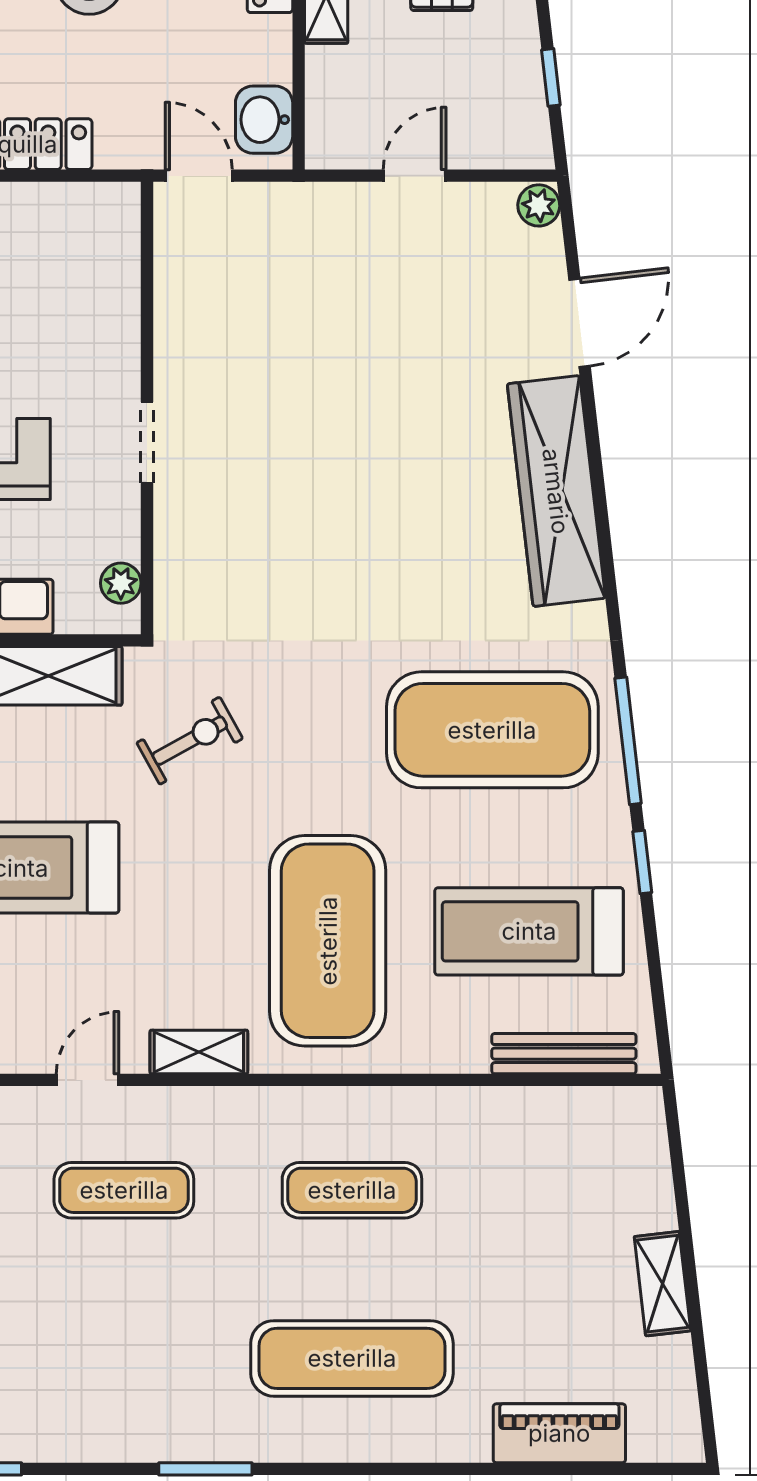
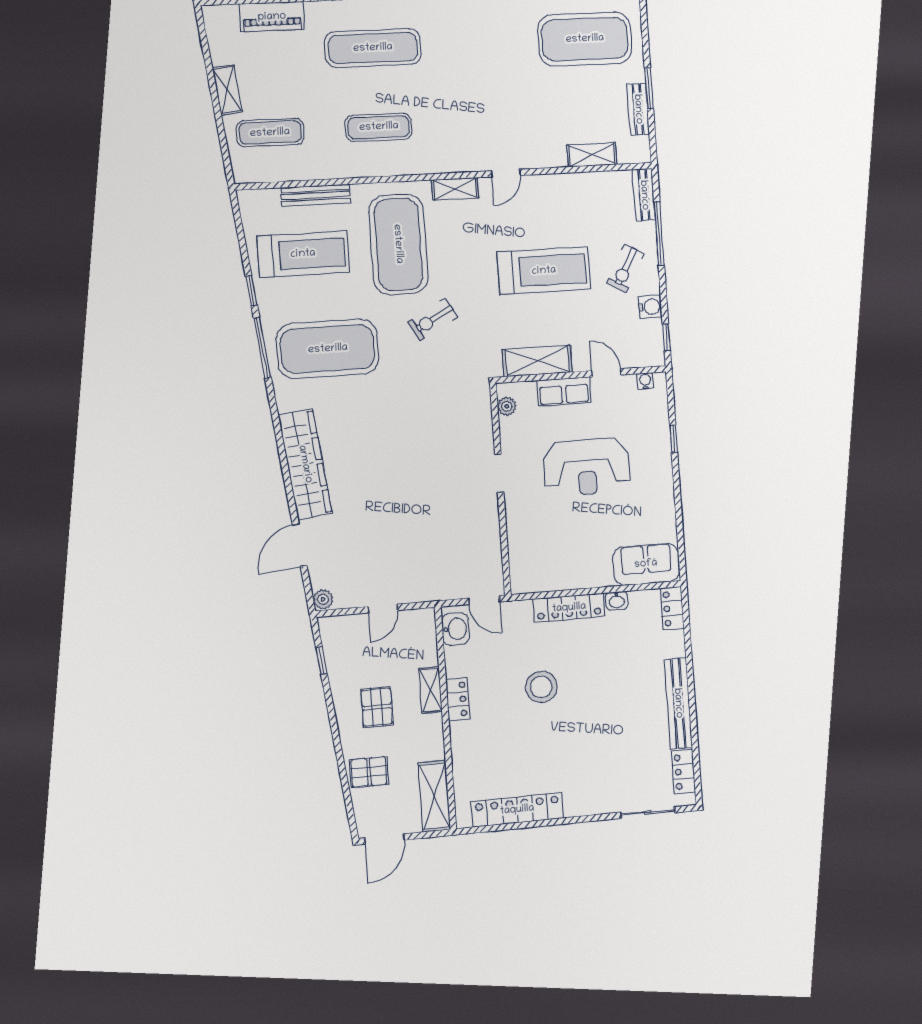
exercise bike: (190, 741) -> (433, 320), moved
bench: (564, 1054) -> (316, 195), moved
exercise mat: (124, 1190) -> (270, 133), moved

